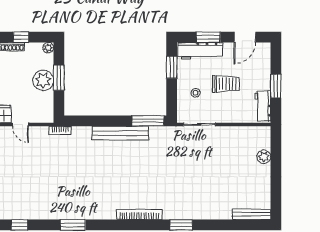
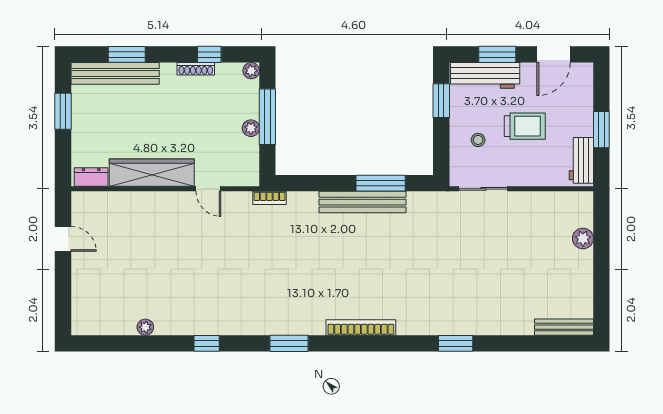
window: (59, 78) -> (267, 117), width x1.44
plant: (43, 80) -> (251, 128), width x0.53, depth x0.53
window: (148, 121) -> (381, 183), moved
bookcase: (139, 215) -> (361, 327), moved

